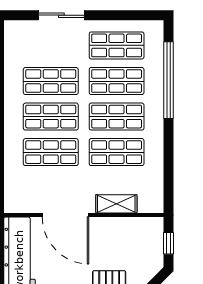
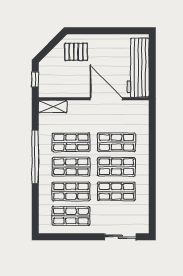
sliding door: (61, 15) -> (120, 237), moved
window: (168, 80) -> (35, 157), moved
shelving: (116, 204) -> (53, 107), moved

